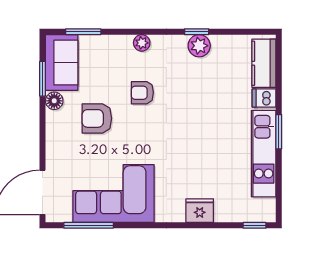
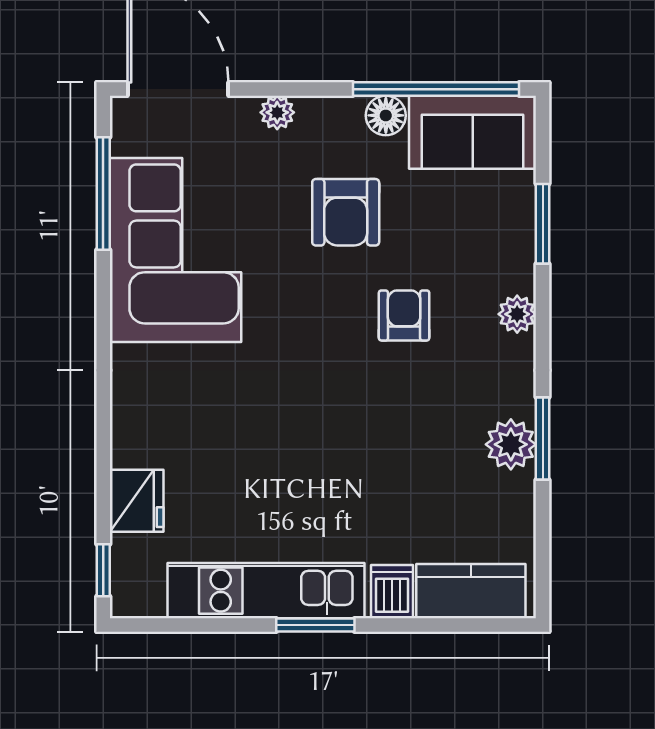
window: (83, 32) -> (543, 224), moved
window: (197, 32) -> (543, 439), width x1.50
window: (43, 79) -> (436, 89), width x2.11
armchair: (97, 118) -> (346, 212), turned 180
plant: (53, 149) -> (277, 112), added
fridge: (200, 211) -> (137, 501), moved

